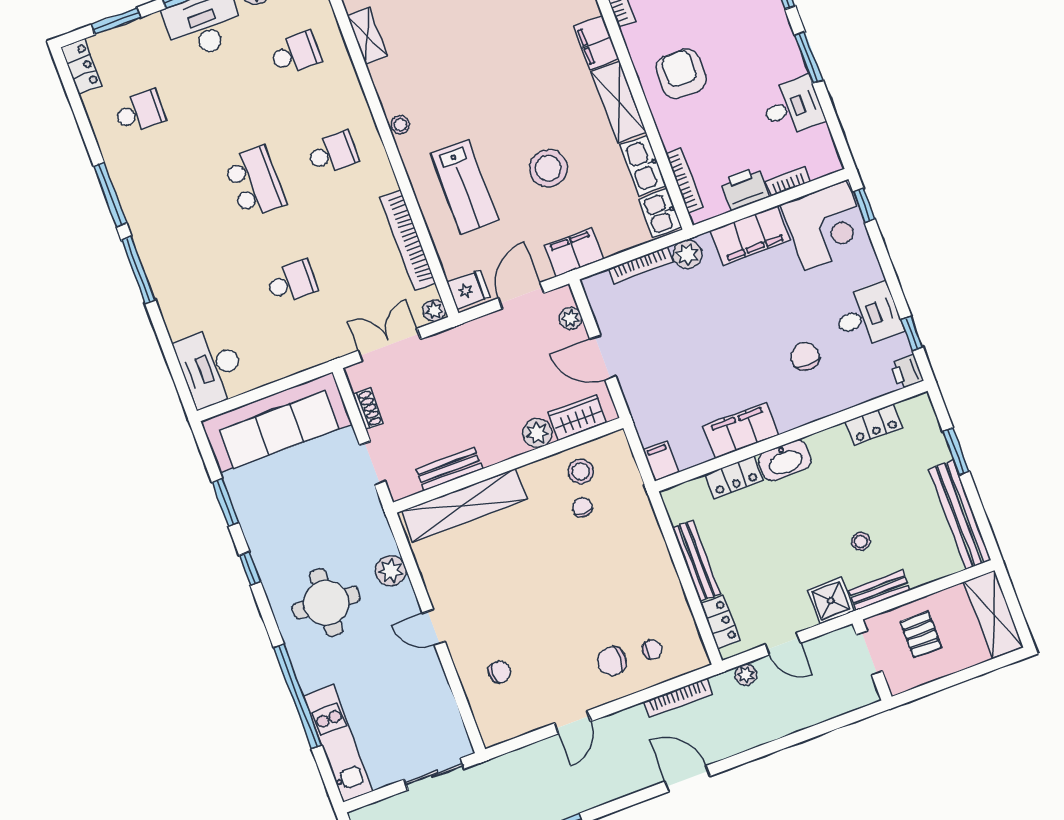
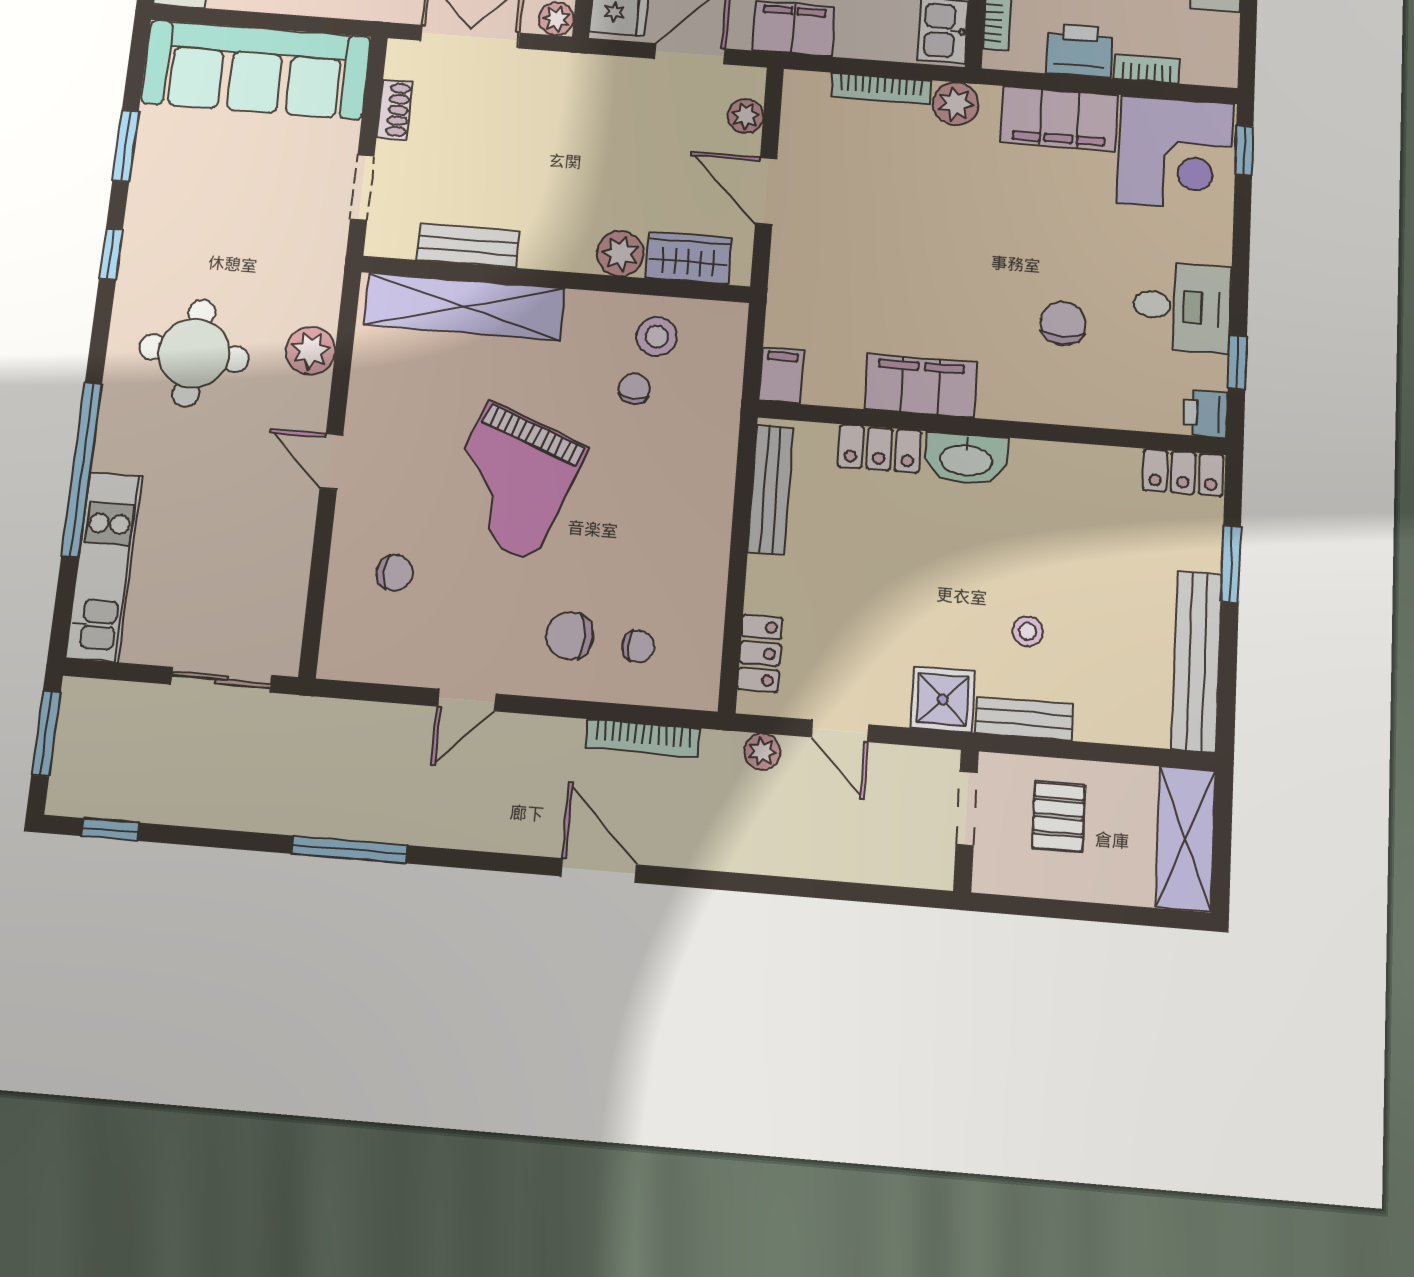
locker: (874, 425) -> (1183, 473), moved
bench: (696, 561) -> (770, 489), moved
grand piano: (538, 592) -> (510, 481), added

